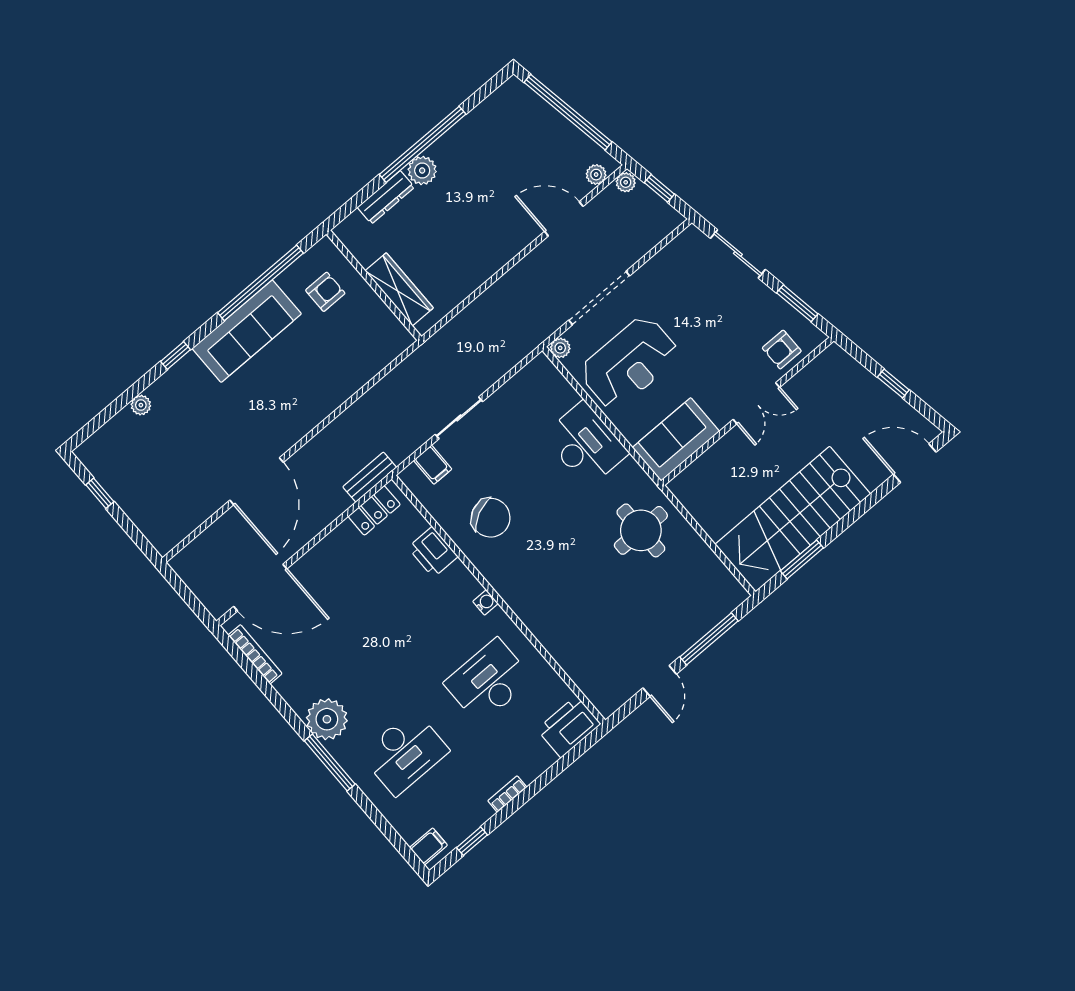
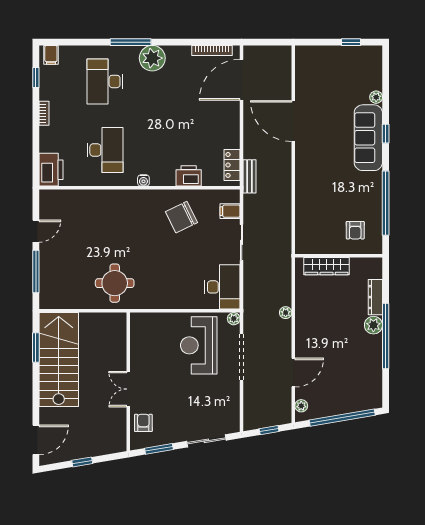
plant: (626, 182) -> (286, 313), moved
sofa: (247, 331) -> (368, 138), moved
sofa: (676, 439) -> (144, 336), removed
desk: (586, 444) -> (222, 287), moved, turned -90
door: (660, 681) -> (36, 231), swing flipped

